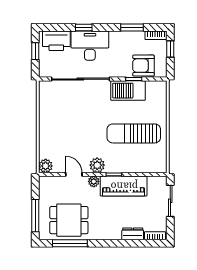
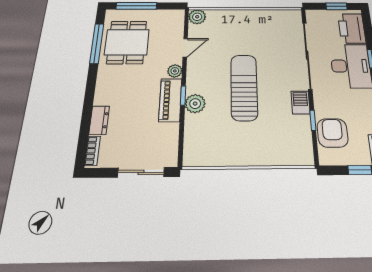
barbecue: (128, 91) -> (300, 103), width x0.53, depth x0.65
sun lounger: (134, 133) -> (244, 87), moved
plant: (97, 165) -> (195, 104), moved
piano: (124, 186) -> (170, 100), width x0.73, depth x0.75

